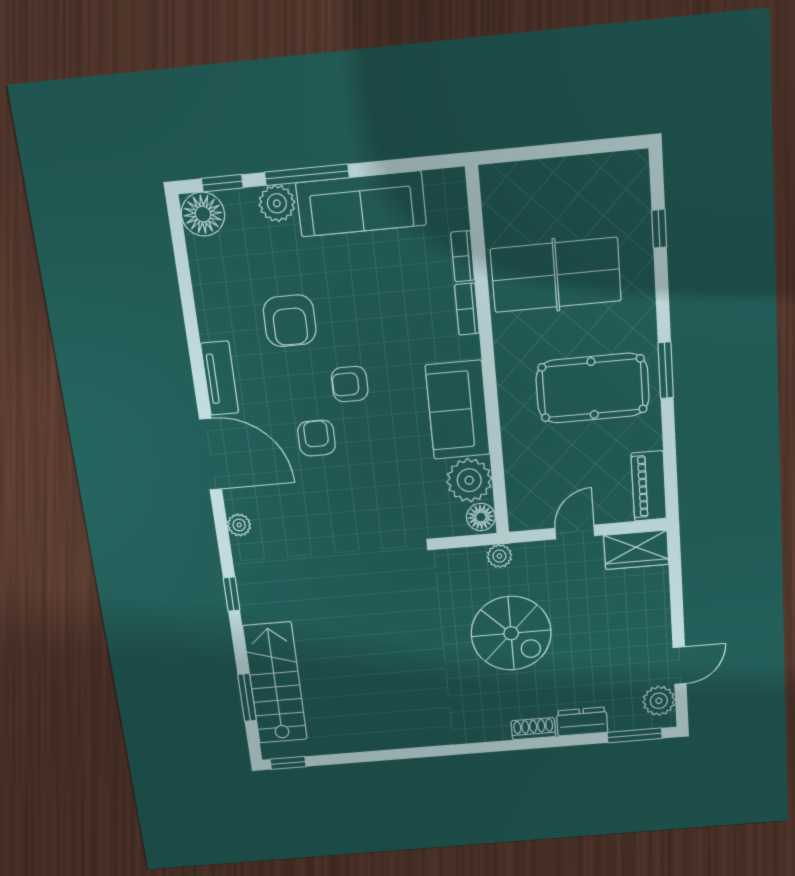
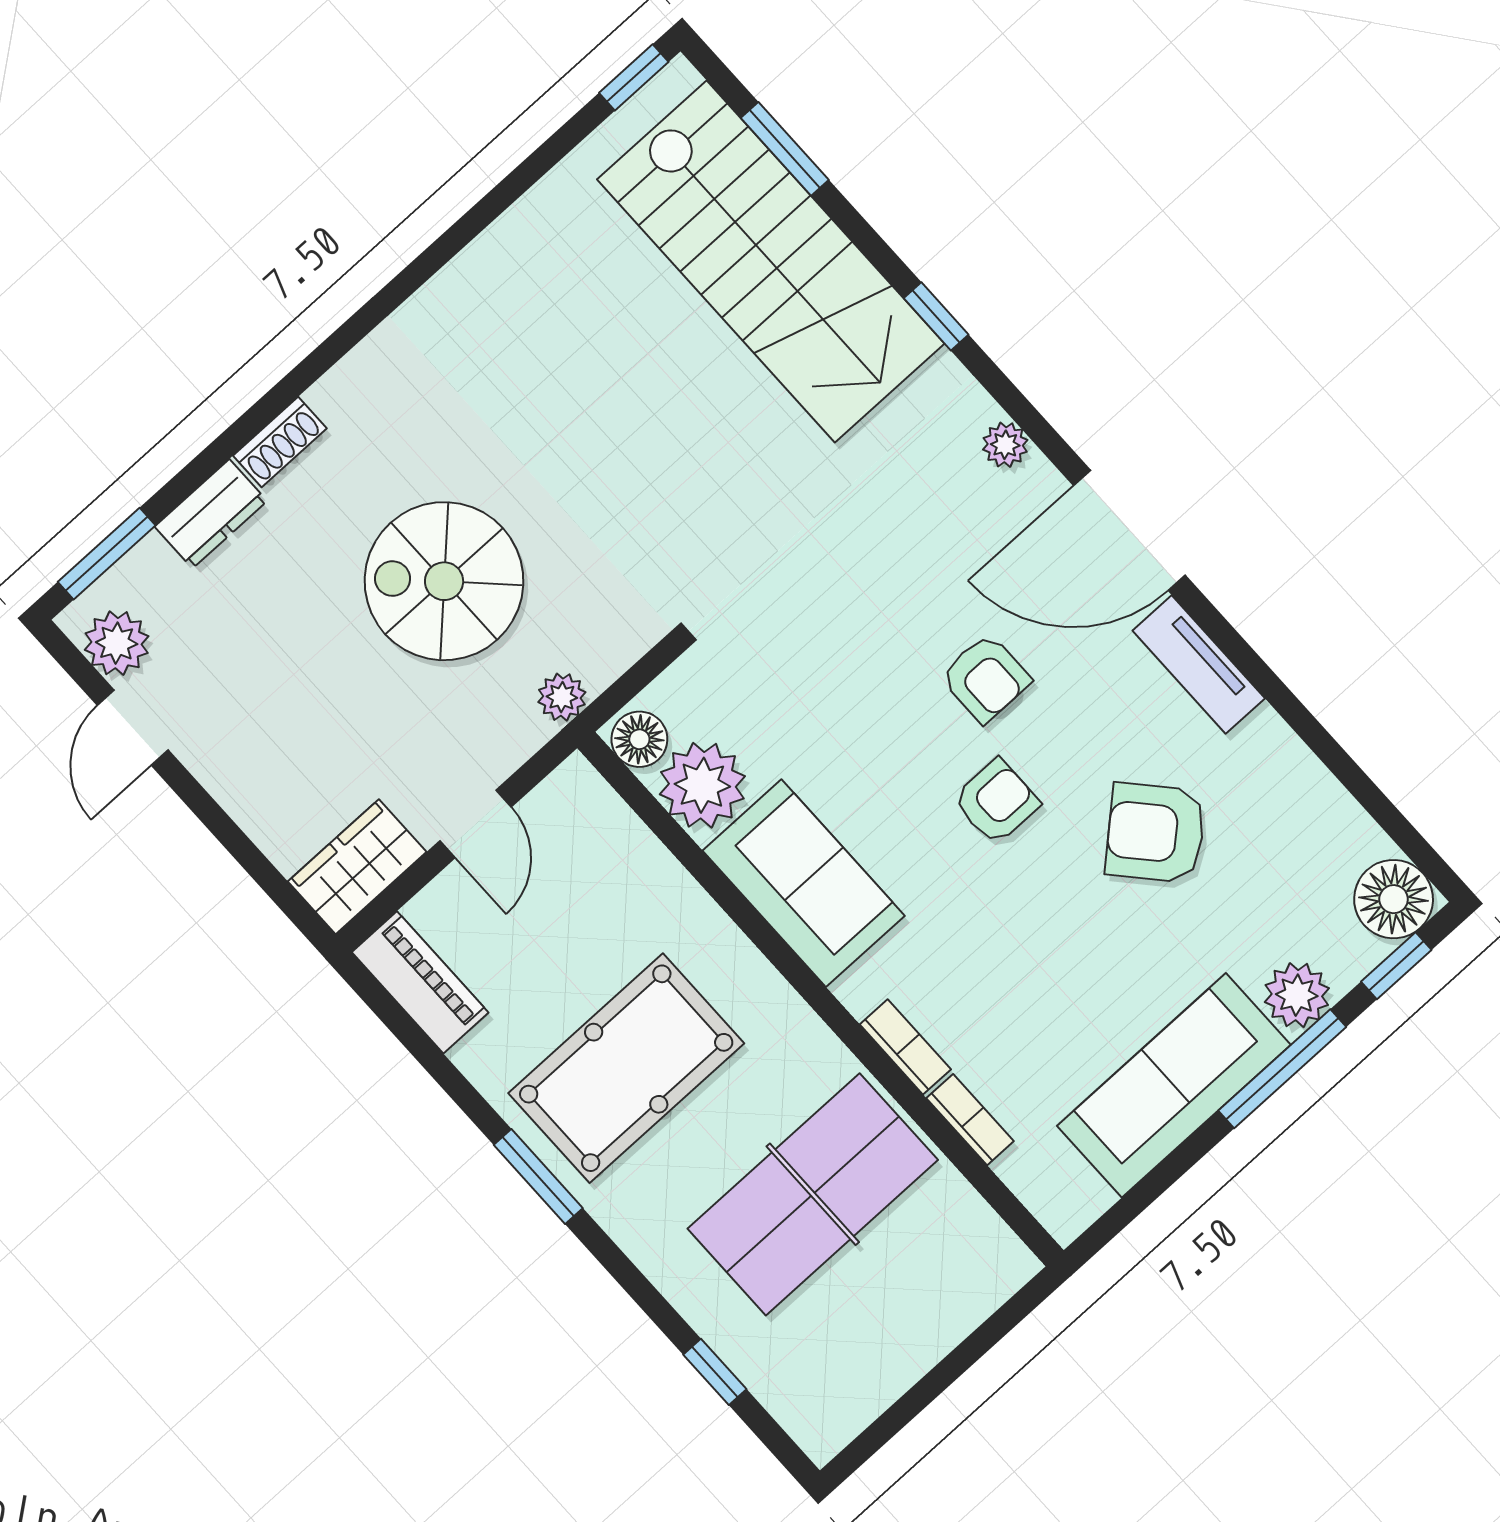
armchair: (290, 321) -> (1156, 833), turned -42
stairs: (275, 683) -> (771, 261), width x1.36, depth x1.51

